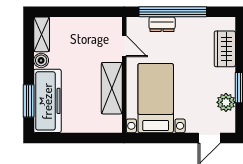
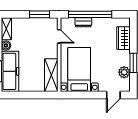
window: (94, 12) -> (40, 14), added
shelving: (112, 88) -> (51, 75), moved

